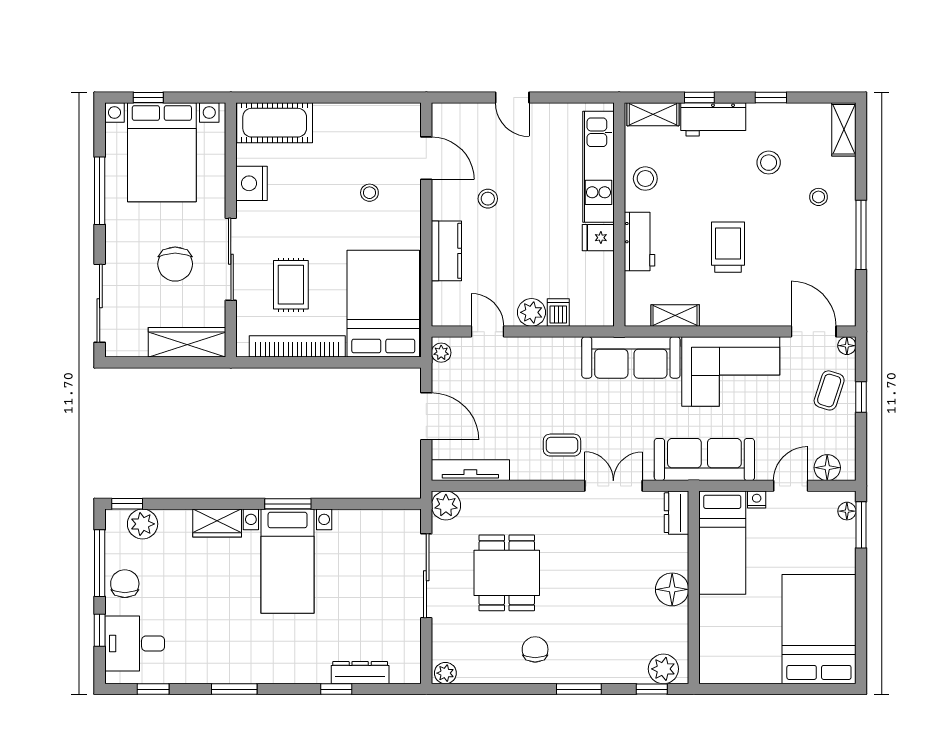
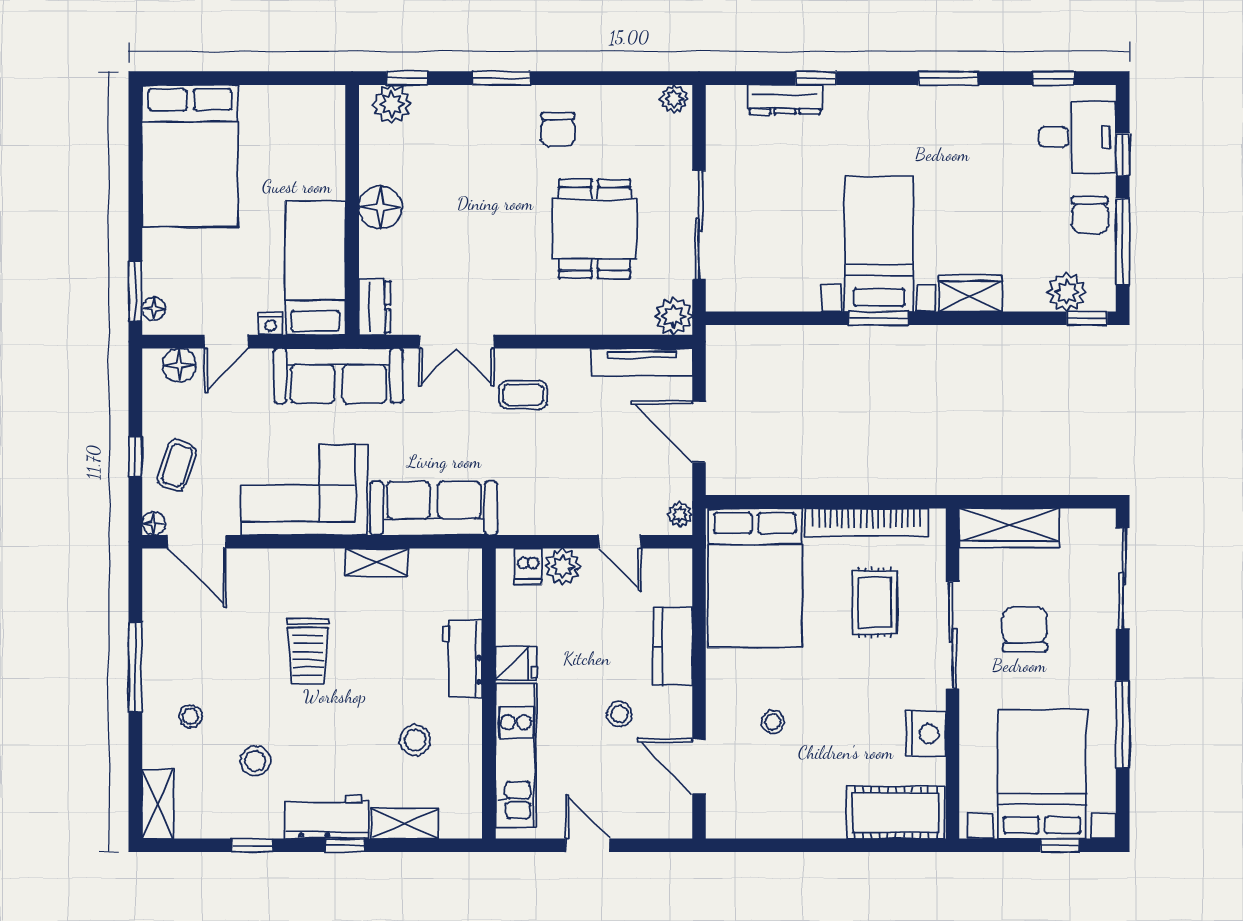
kitchen unit: (598, 167) -> (516, 755), moved
wall: (619, 214) -> (489, 693), moved
fridge: (598, 238) -> (516, 663), moved
workbench: (640, 241) -> (463, 659), moved

